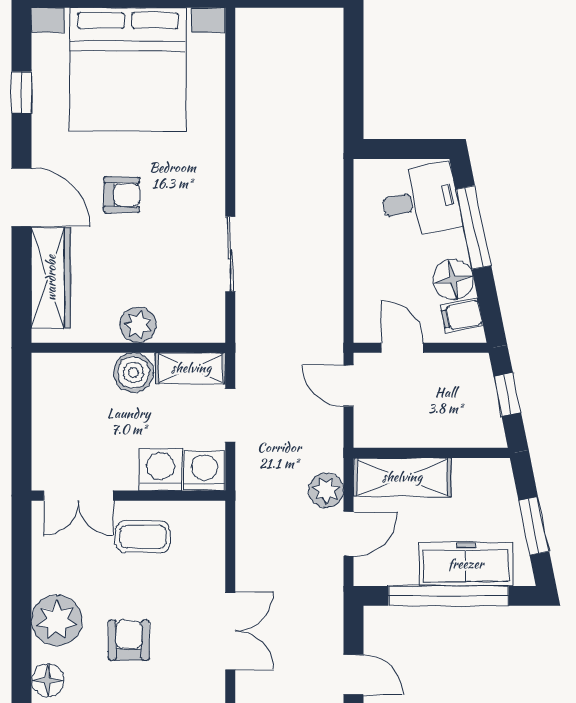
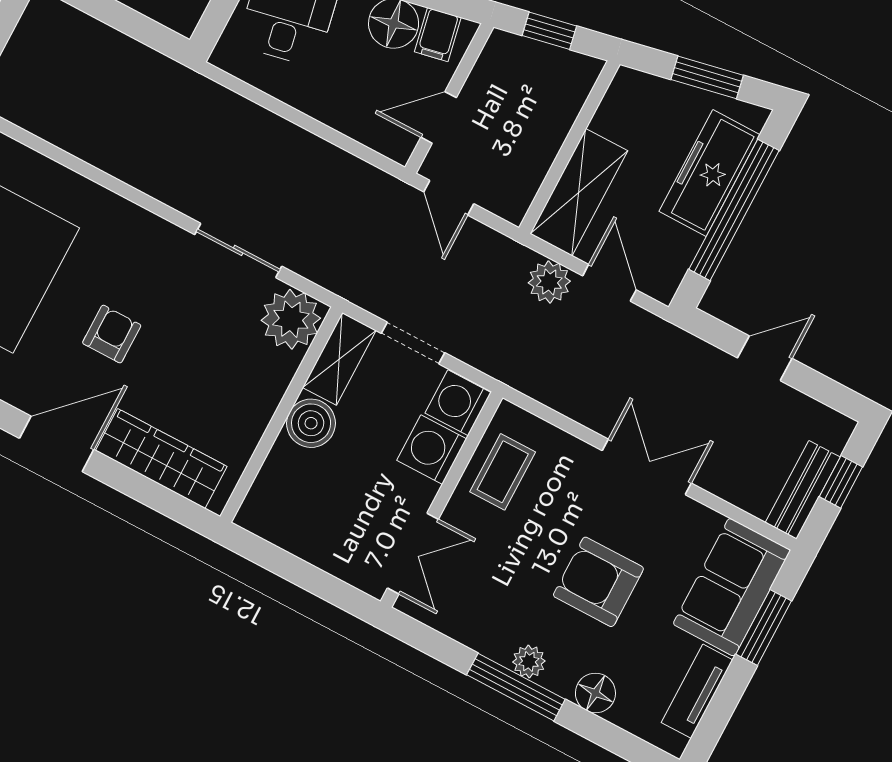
plant: (138, 325) -> (291, 319), moved, width x1.36, depth x1.36
door: (349, 386) -> (449, 198), hinge flipped
coffee table: (143, 537) -> (503, 472), moved
plant: (57, 620) -> (529, 662), width x0.53, depth x0.53
window: (22, 621) -> (516, 687), added
armchair: (129, 640) -> (598, 582), width x1.38, depth x1.38

